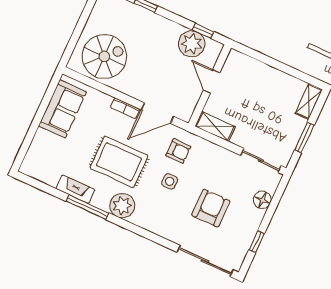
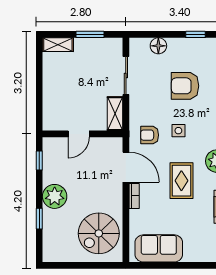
plant: (192, 44) -> (55, 196), moved
spiral stairs: (104, 56) -> (99, 233), turned -90
armchair: (178, 151) -> (150, 135), turned -90
sliding door: (261, 160) -> (126, 76), moved
rug: (119, 162) -> (181, 181), width x0.73, depth x0.70

